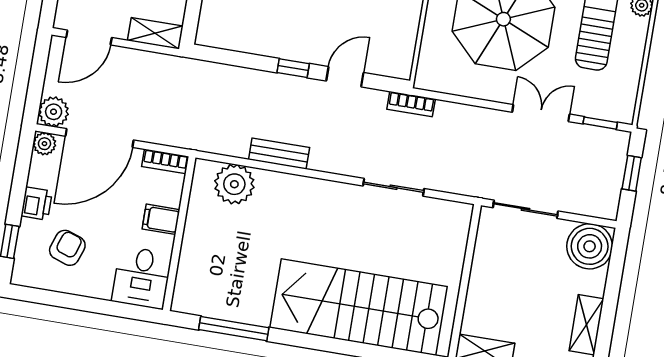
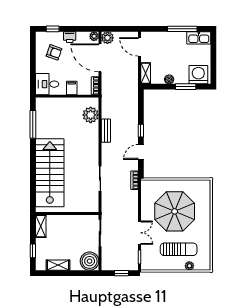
door: (345, 77) -> (141, 152), swing flipped

